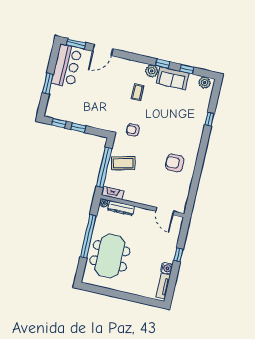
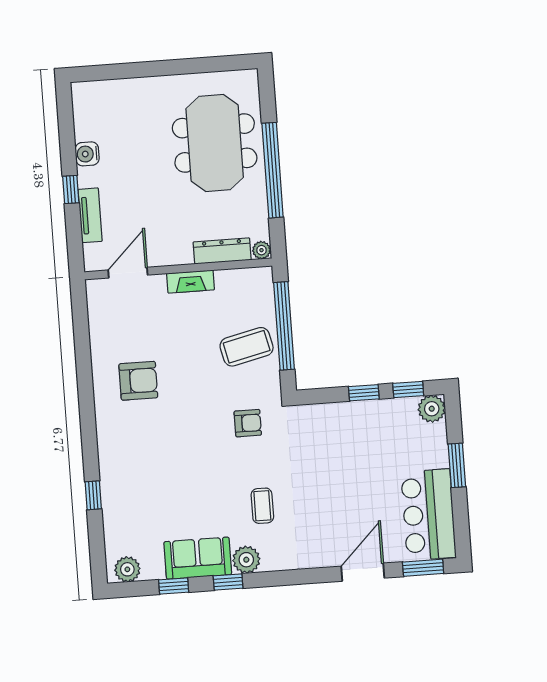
plant: (51, 112) -> (432, 409), added
fireplace: (112, 193) -> (191, 282), moved
door: (165, 211) -> (128, 273), hinge flipped
tv unit: (163, 286) -> (90, 215), moved

